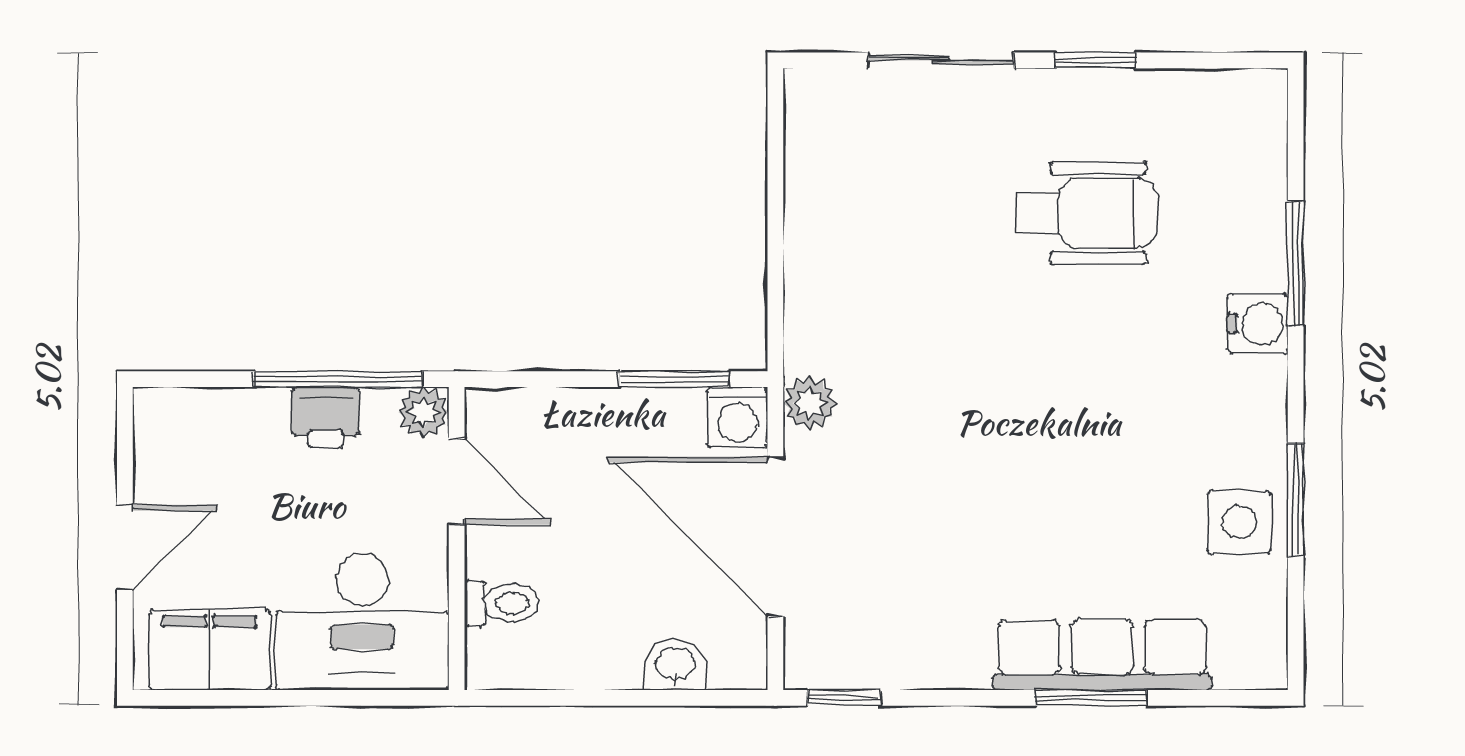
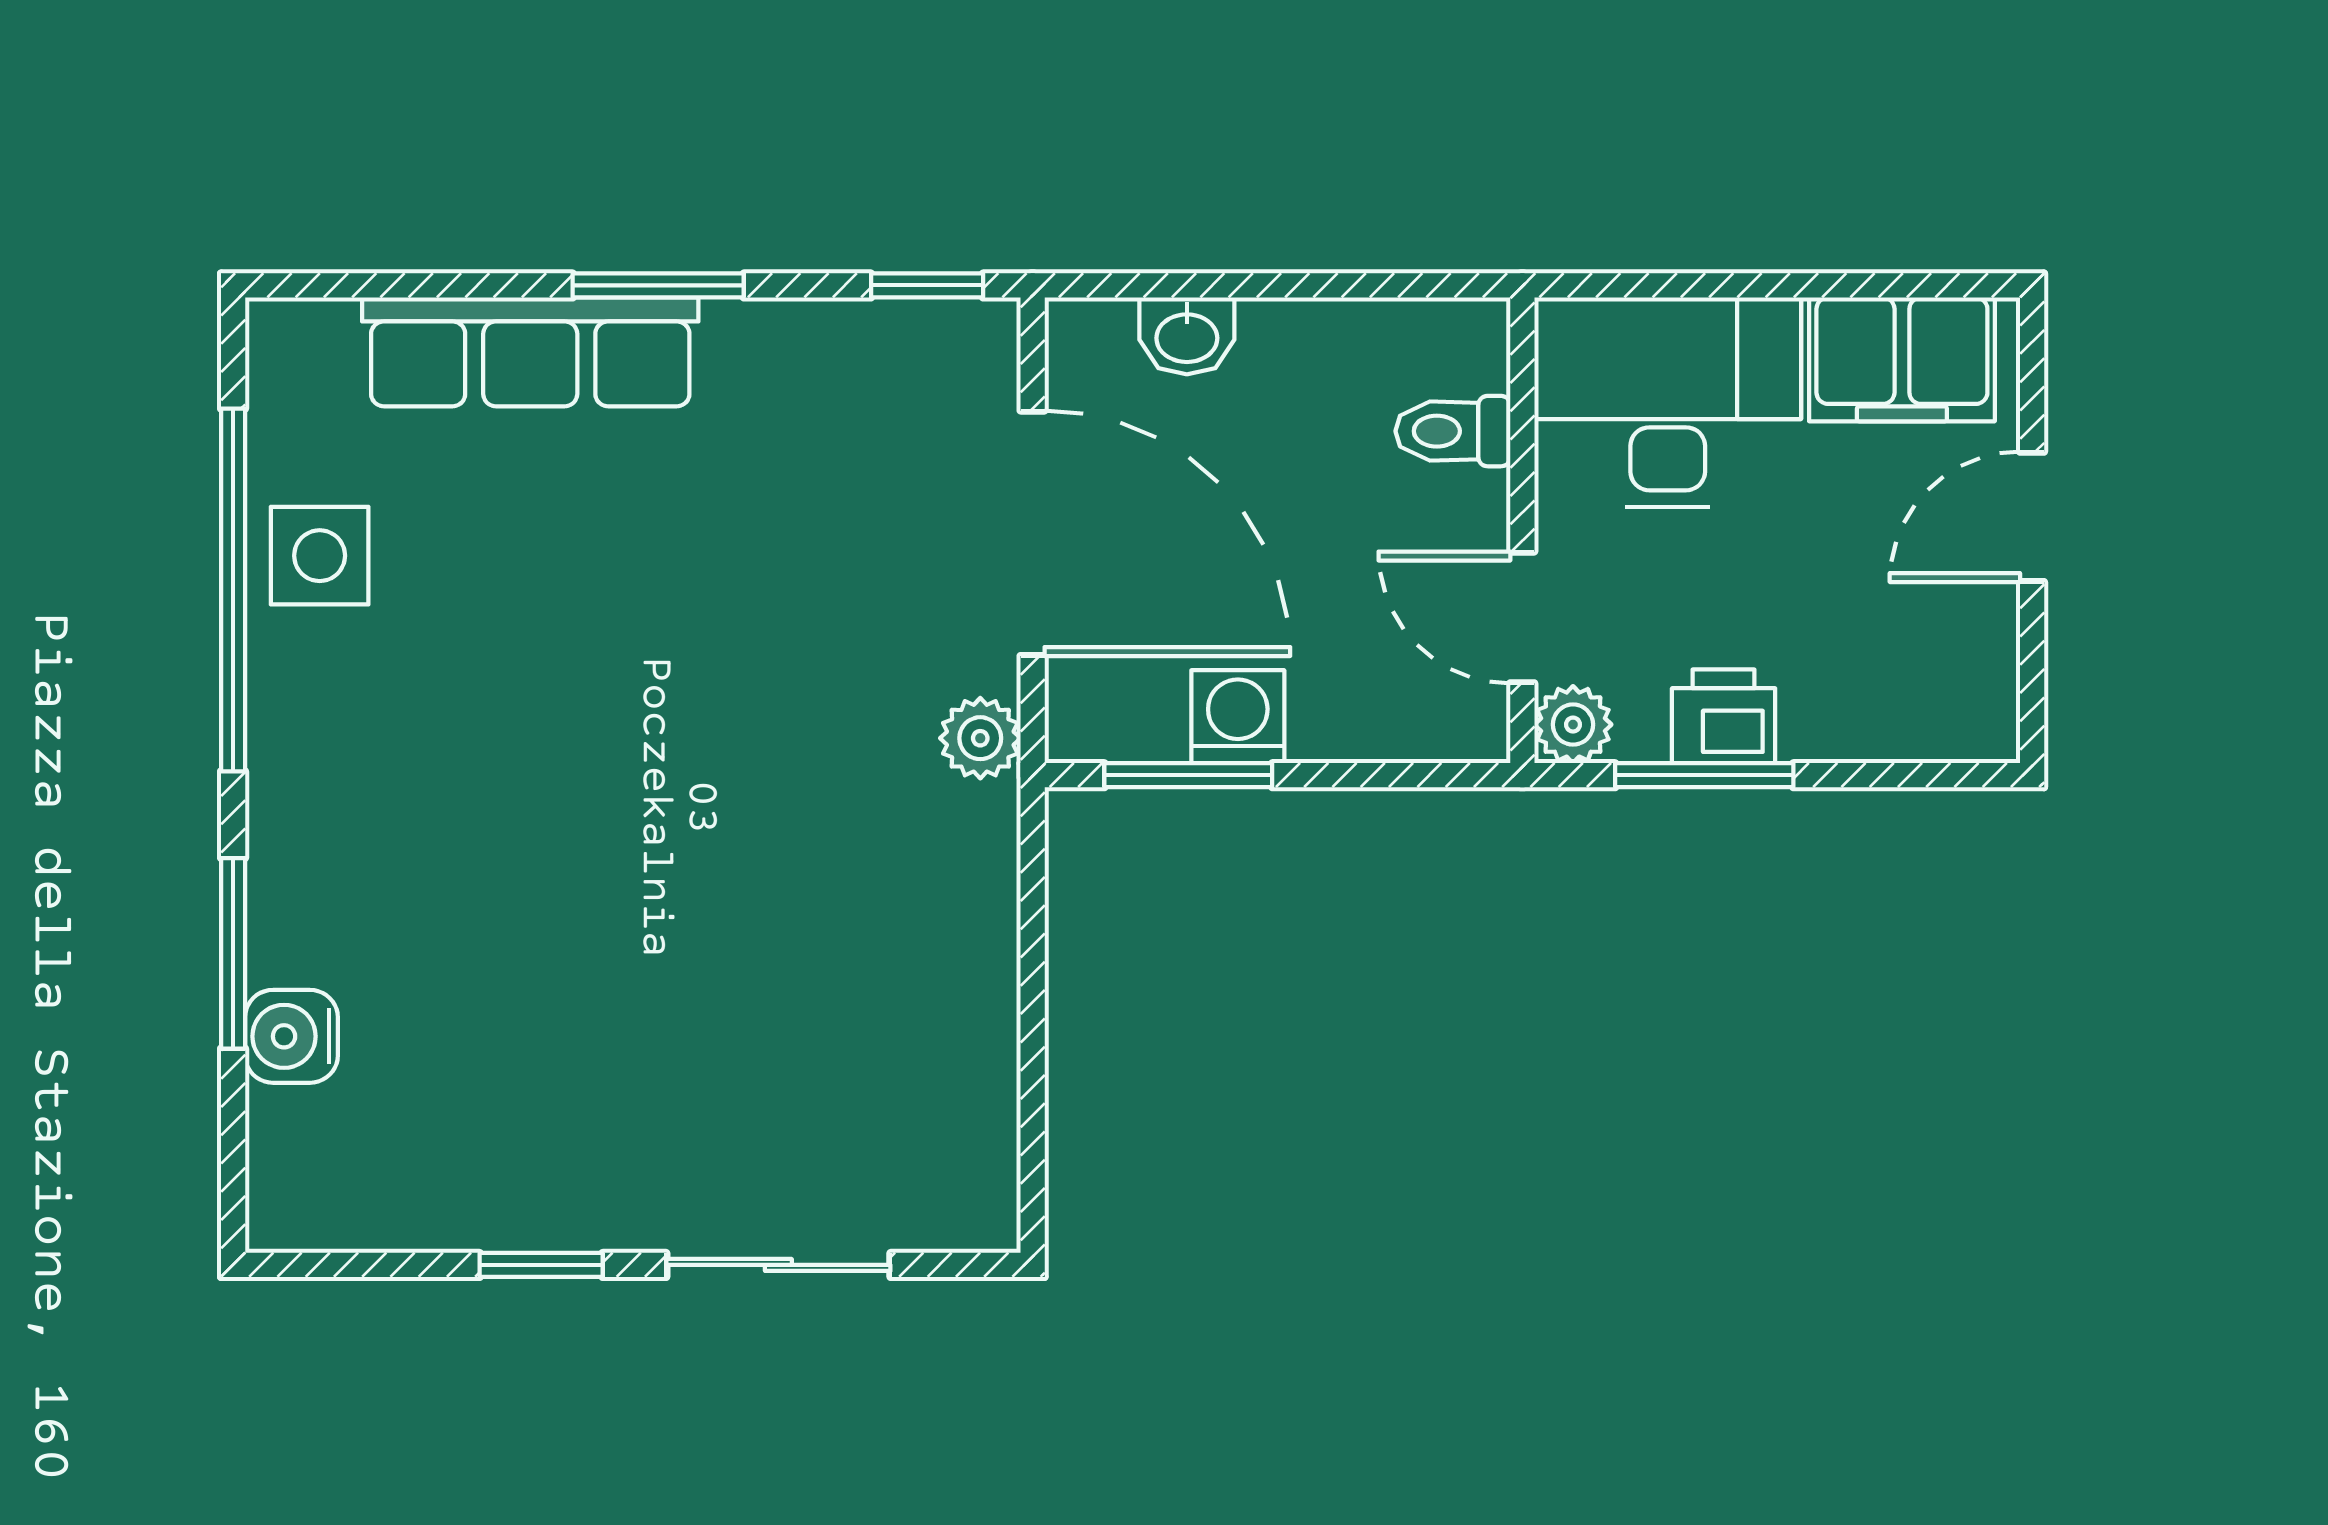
wheelchair: (1087, 213) -> (554, 1031), removed
water cooler: (1258, 324) -> (291, 1036), moved
window: (338, 379) -> (1704, 775), width x0.69
washing machine: (737, 417) -> (1238, 717), moved
window: (1296, 500) -> (233, 590), width x2.11
window: (1091, 698) -> (658, 285), moved

